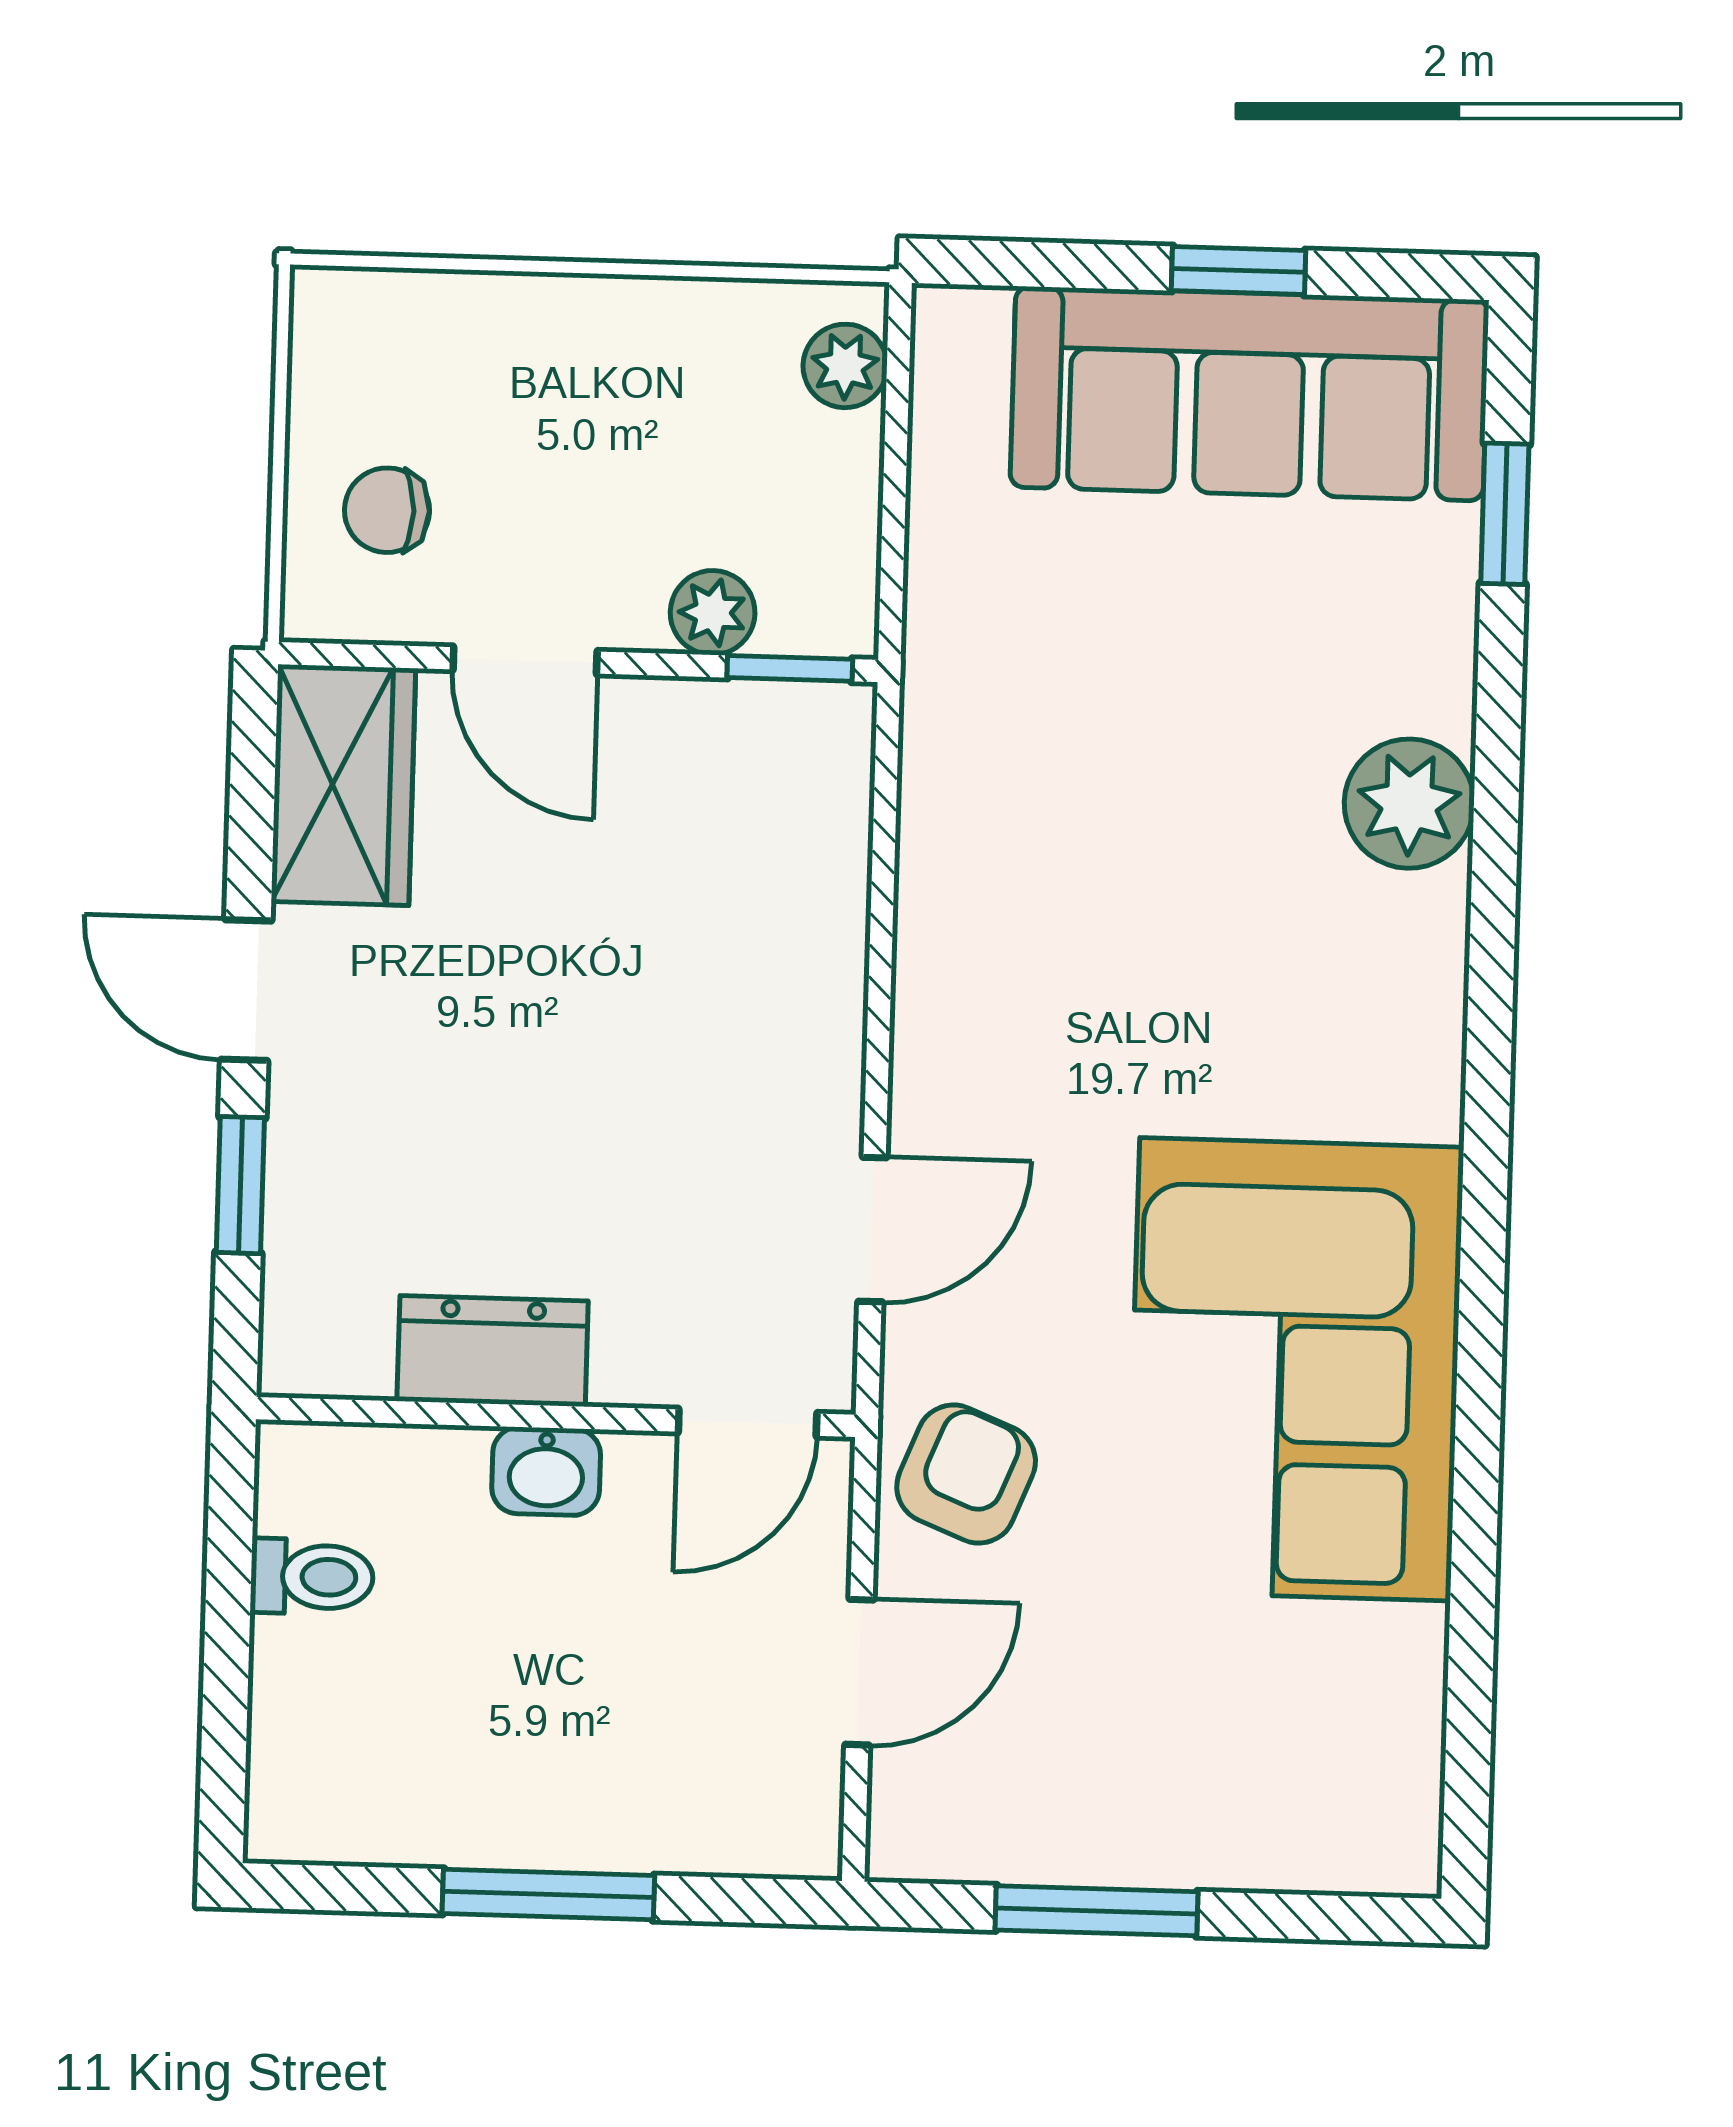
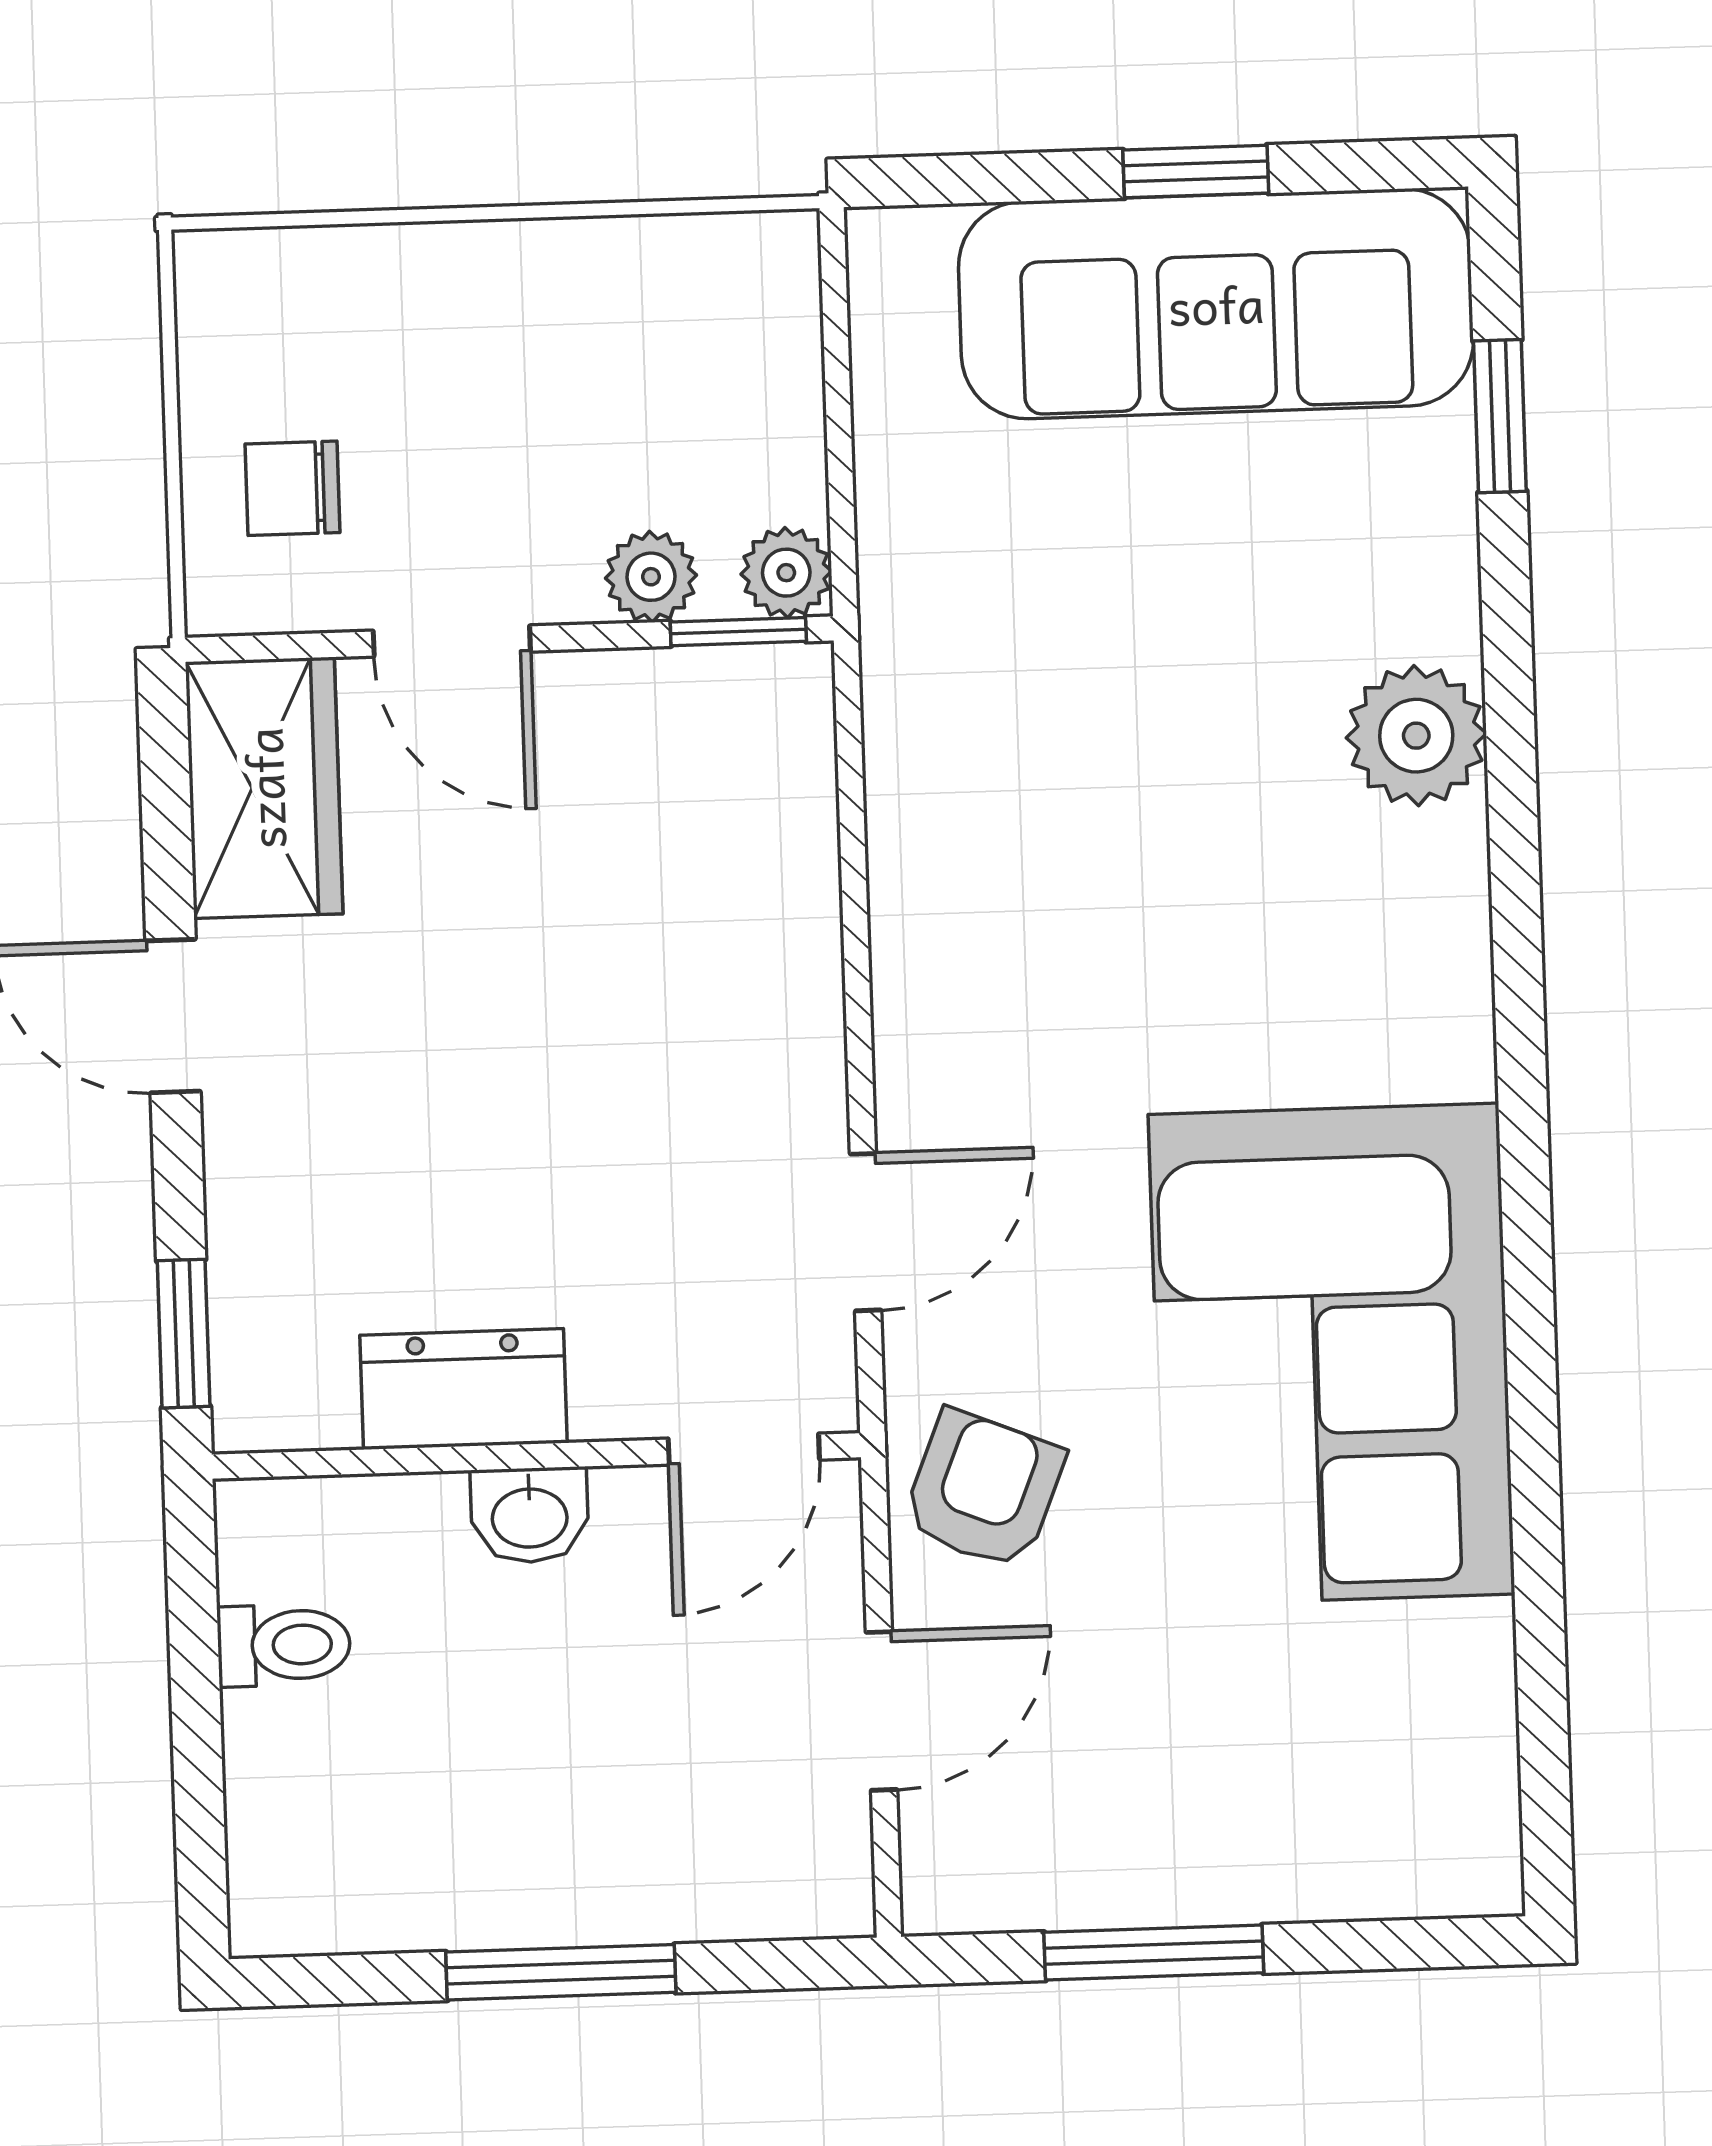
plant: (845, 366) -> (786, 573), moved
window: (240, 1185) -> (184, 1334), moved

